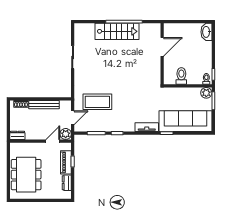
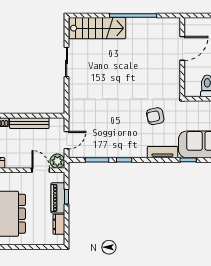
stairs: (117, 31) -> (97, 28), moved
armchair: (141, 99) -> (155, 116), added
coffee table: (97, 102) -> (98, 119), removed
door: (53, 141) -> (41, 170), hinge flipped

